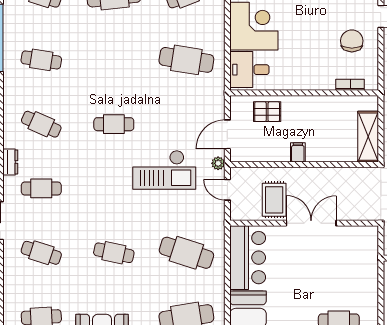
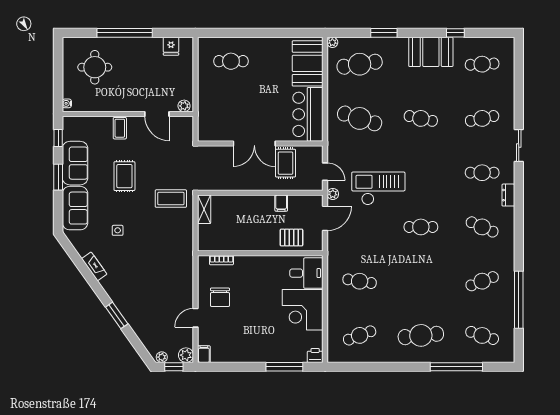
cafe table: (41, 60) -> (482, 281), turned -30
cafe table: (186, 60) -> (360, 281), width x0.73, depth x0.74
shelving: (368, 137) -> (204, 209), width x0.67, depth x0.75
filing cabinet: (298, 152) -> (281, 203), moved
cafe table: (41, 253) -> (482, 118), turned -30

